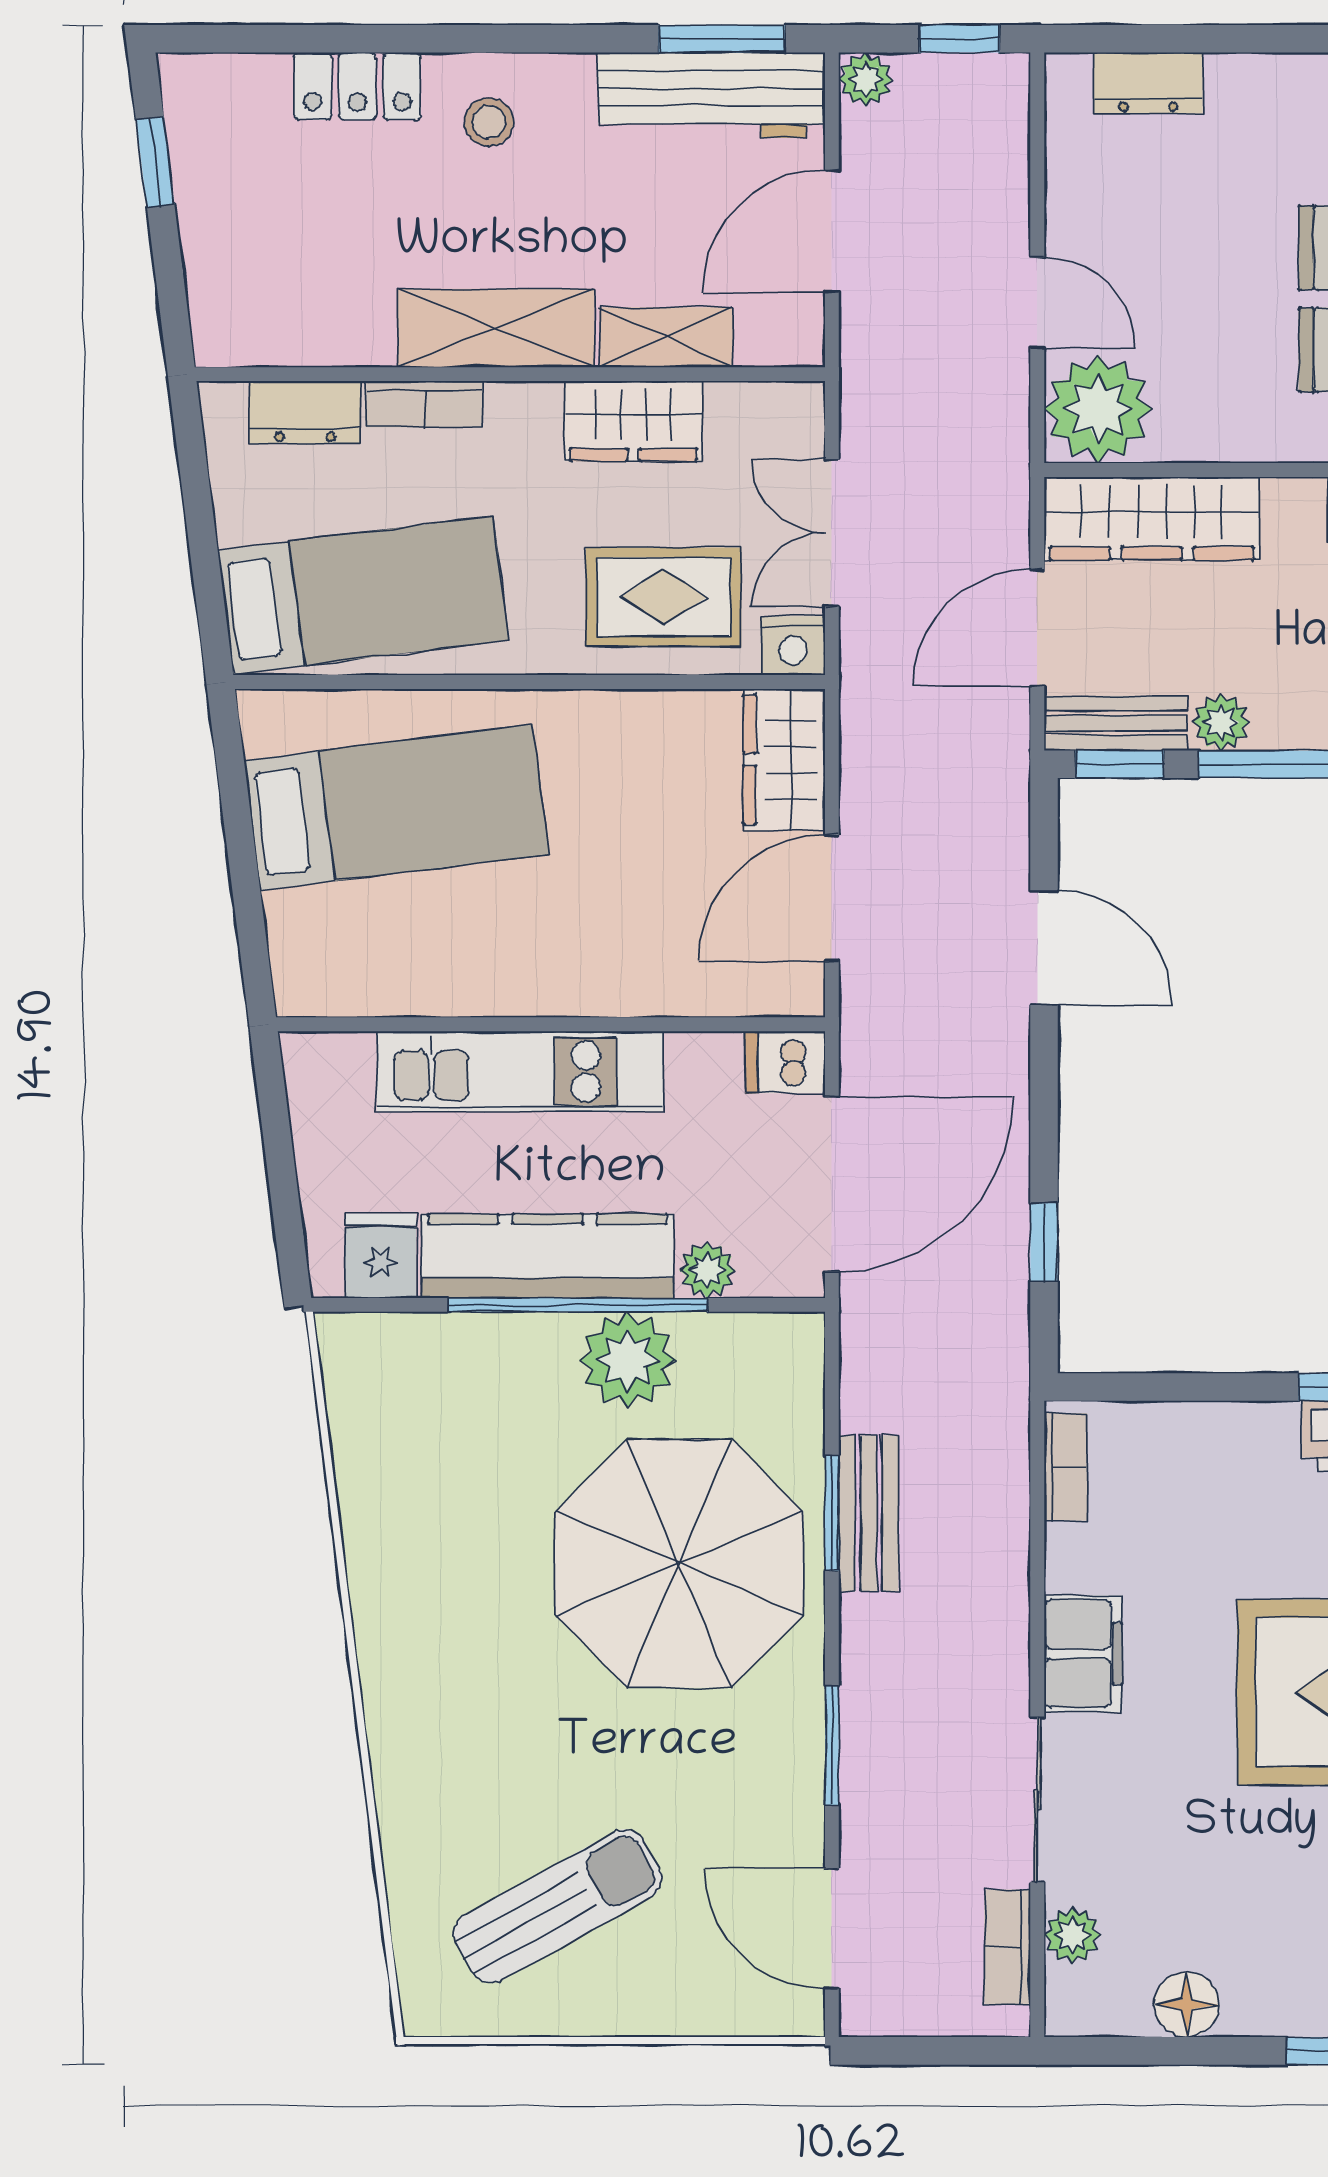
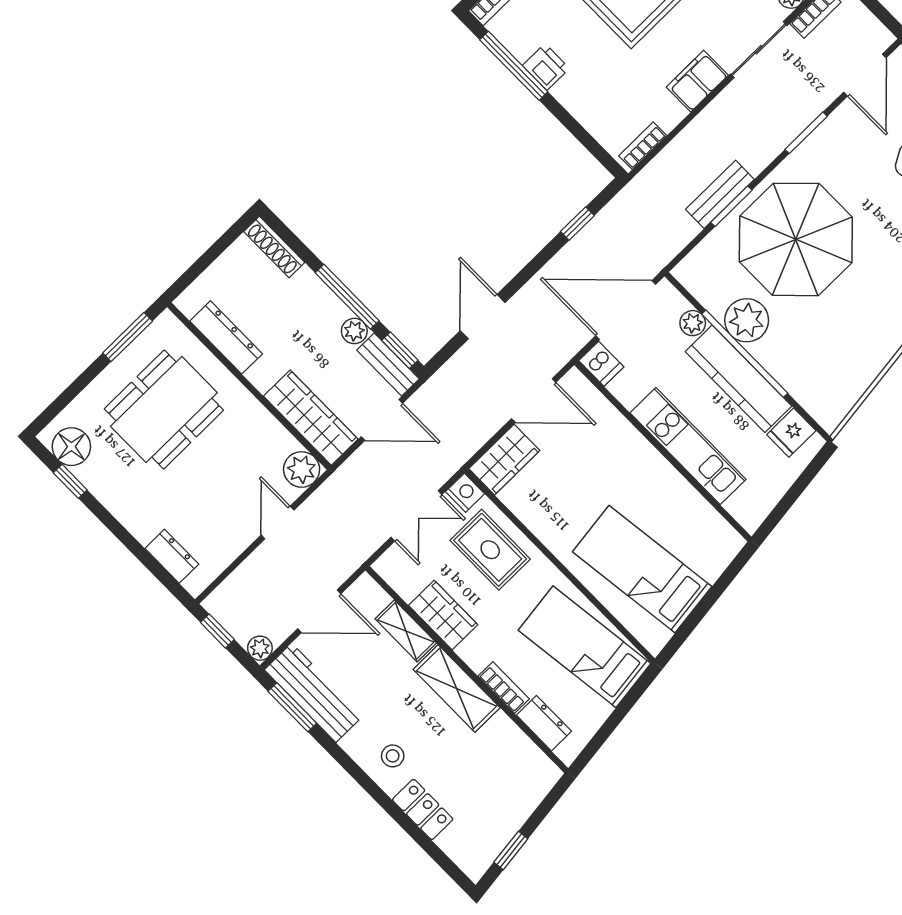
plant: (1098, 409) -> (302, 469), width x0.73, depth x0.73

